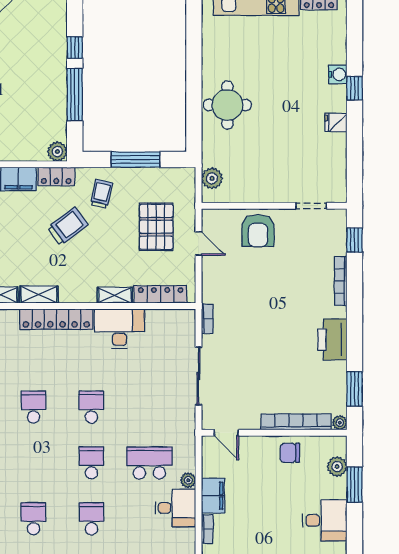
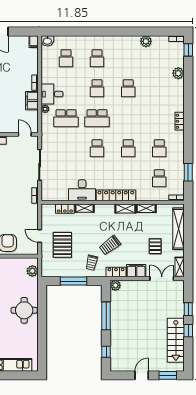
window: (75, 48) -> (106, 352), moved
locker: (161, 294) -> (65, 209), width x0.66
school desk: (91, 463) -> (97, 118), width x1.85

